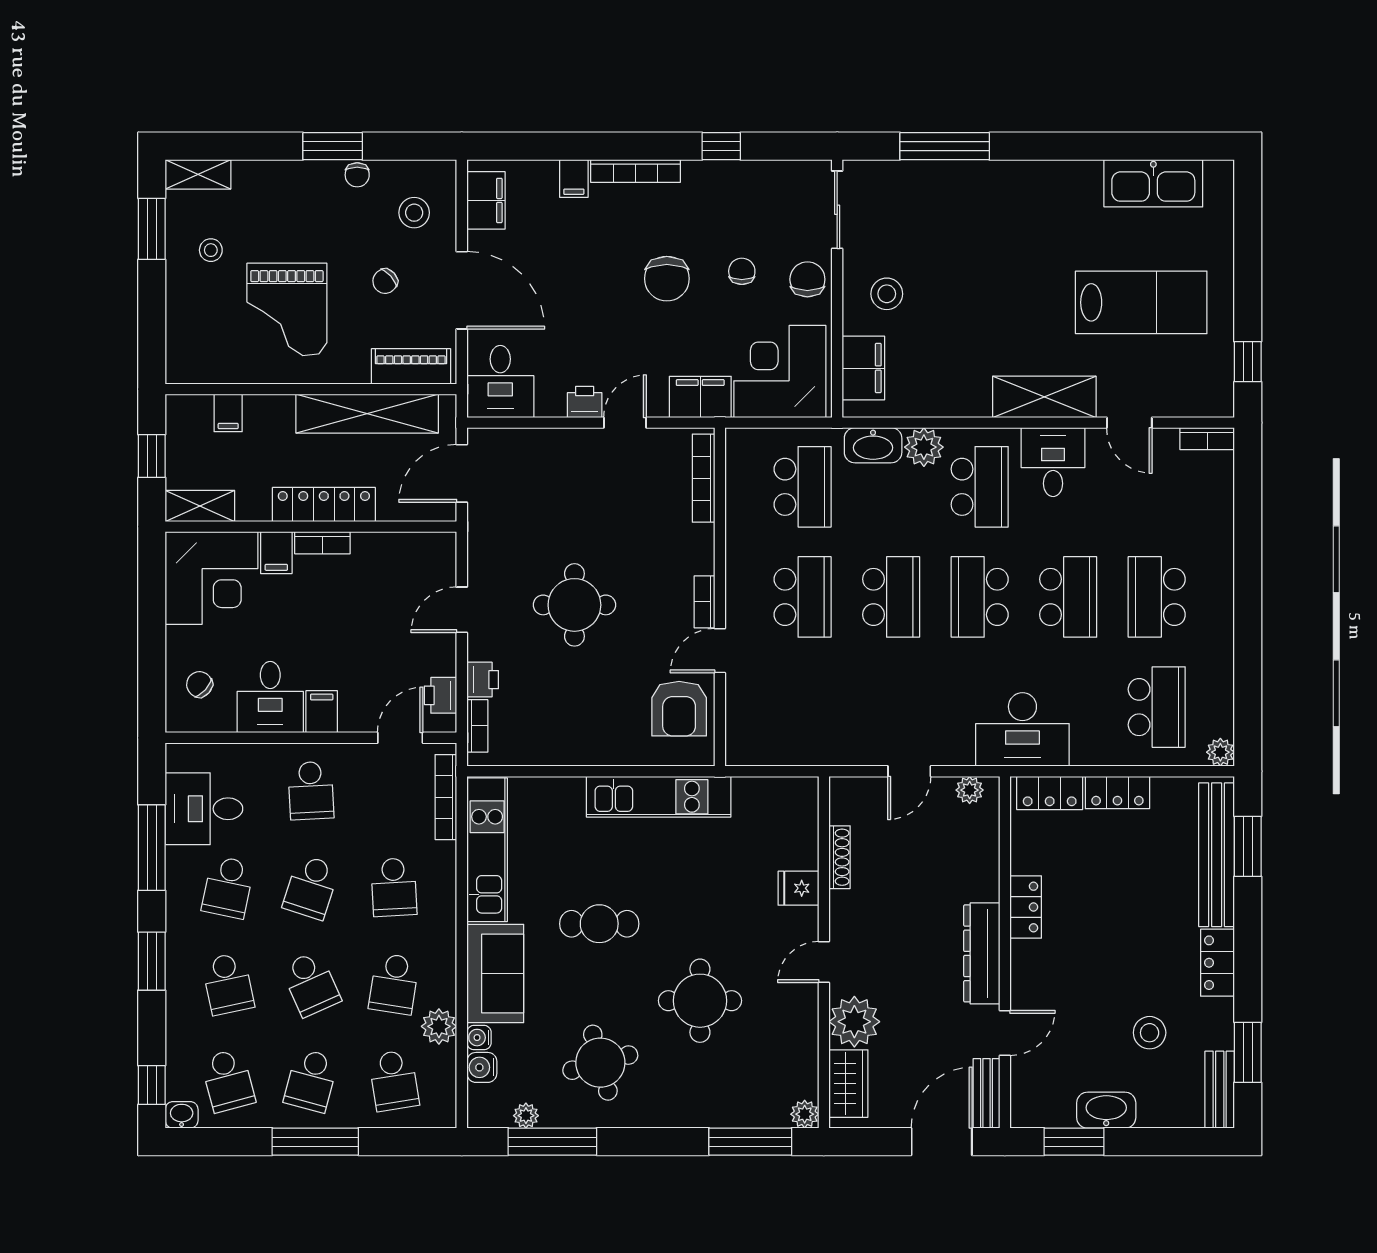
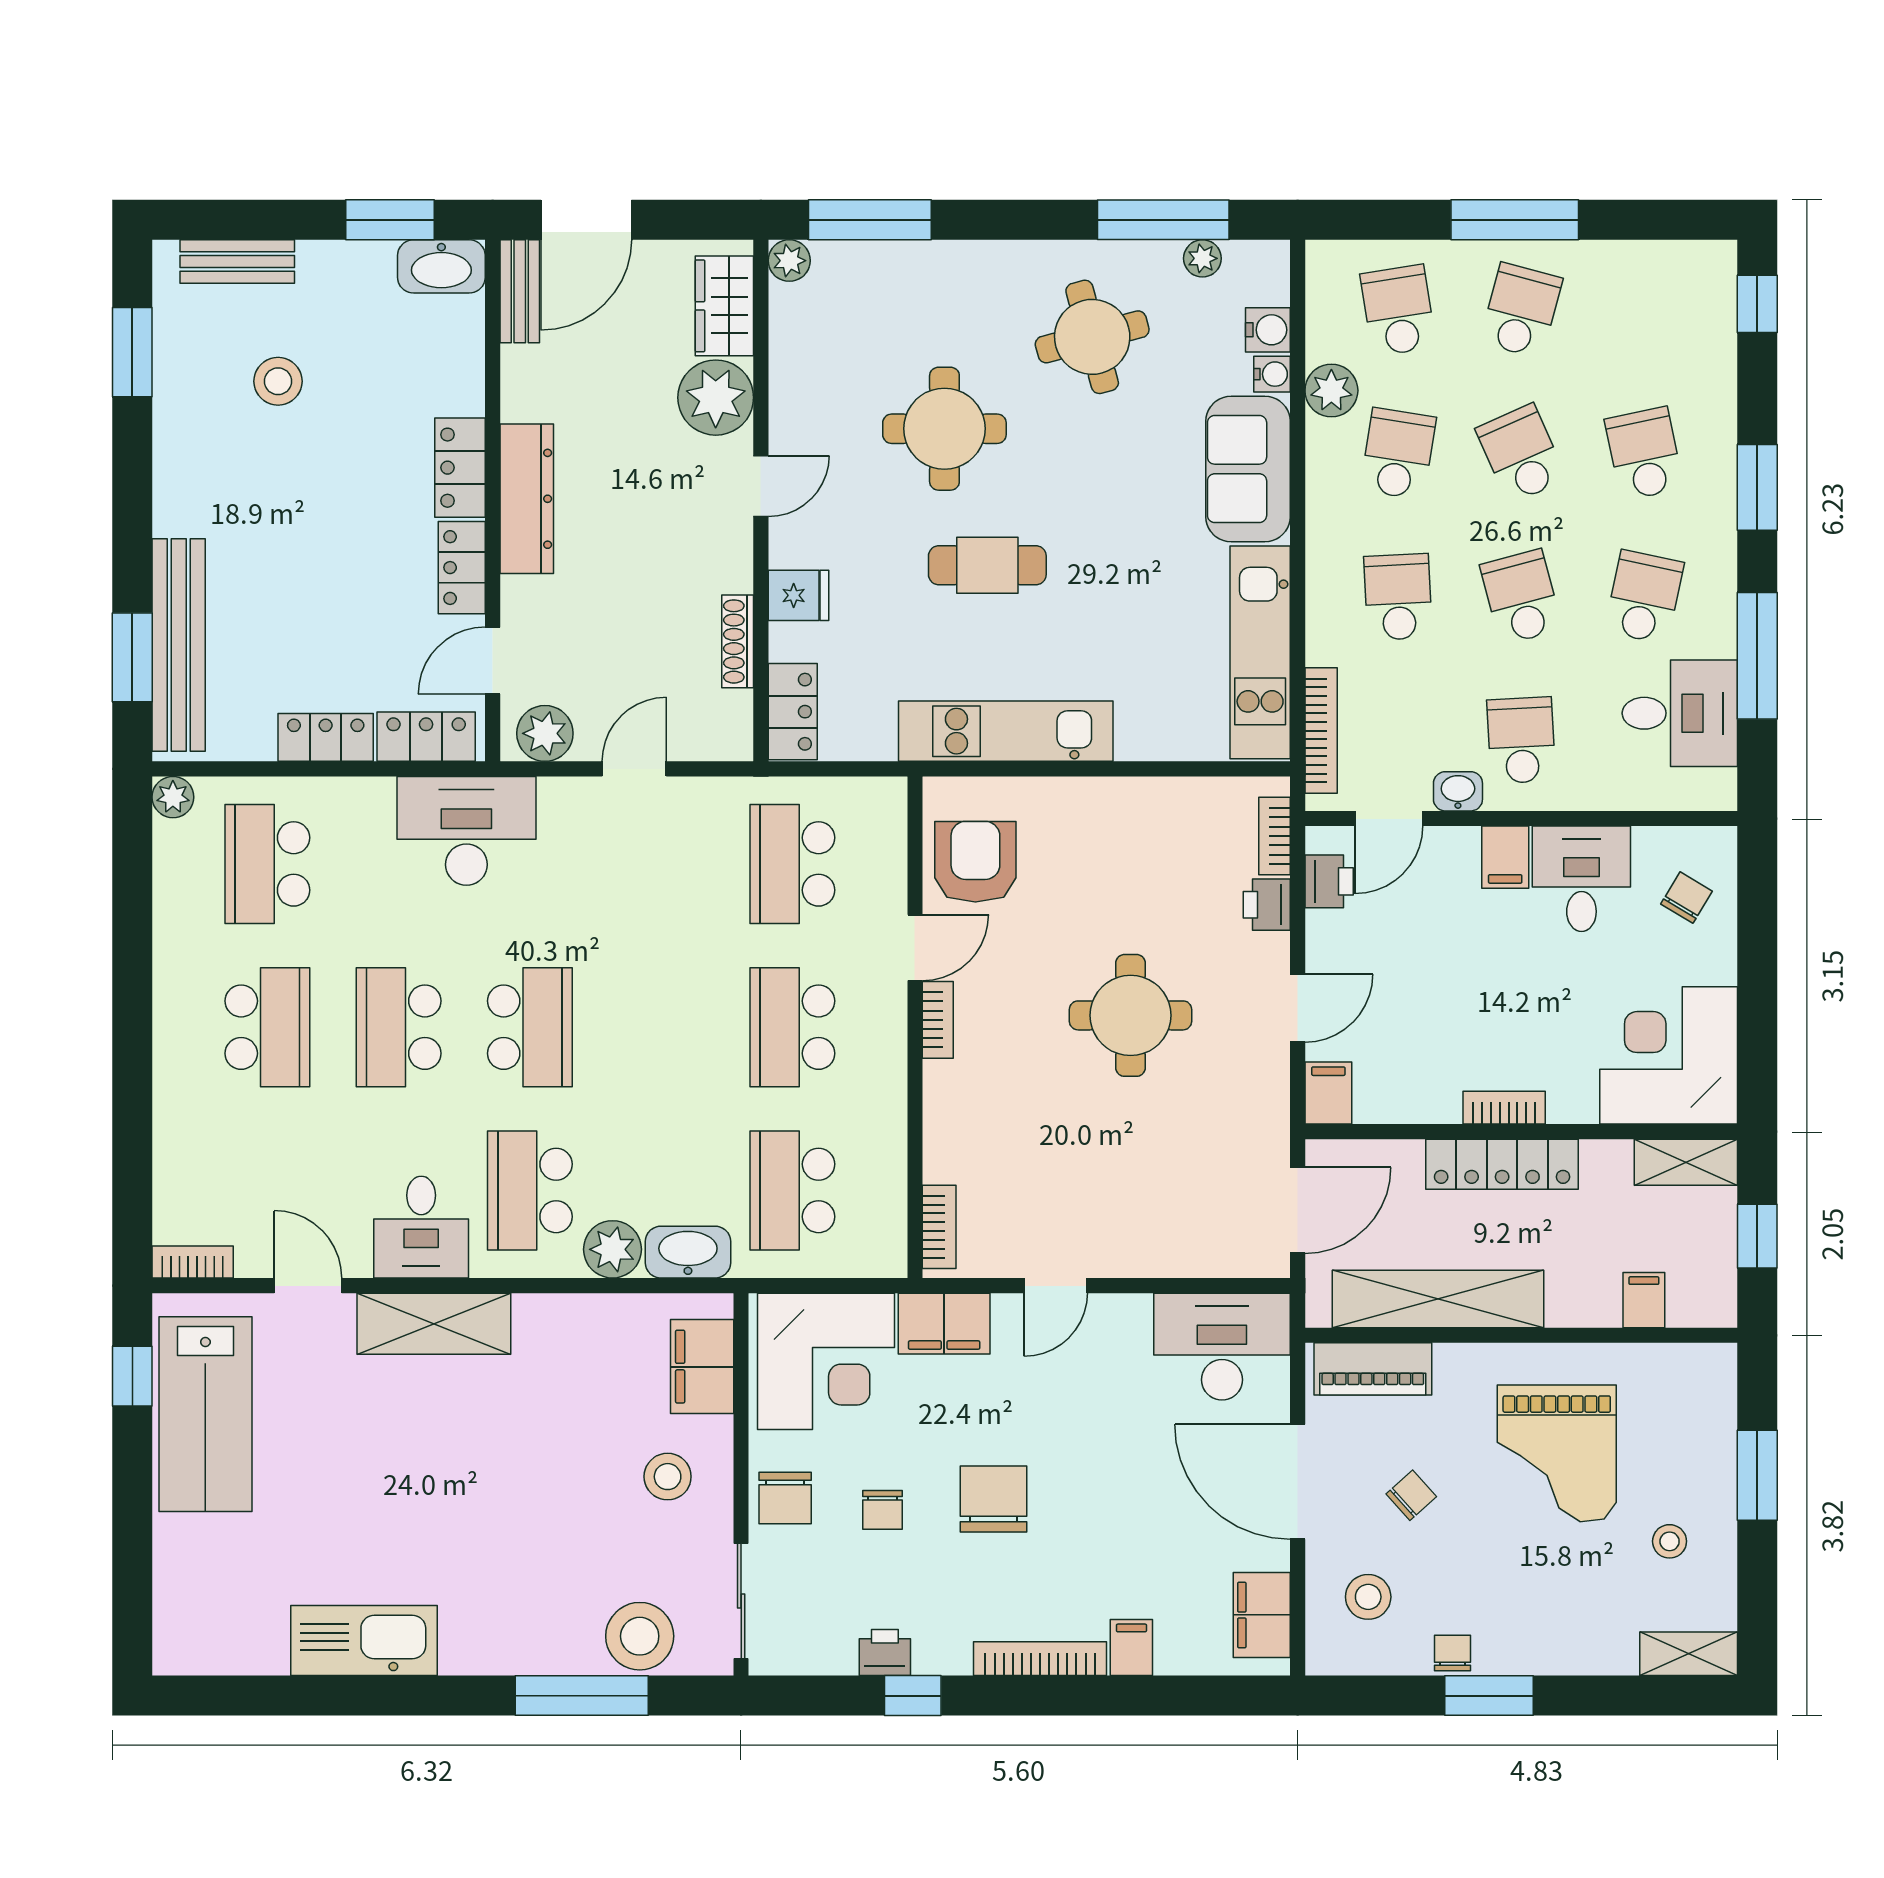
kitchen sink: (1153, 183) -> (364, 1641), moved
stool: (906, 186) -> (640, 1636), added
window: (152, 229) -> (1757, 1475), moved
lab bench: (1141, 302) -> (205, 1414), moved, turned -90
grand piano: (287, 309) -> (1557, 1453), turned 180
desk: (500, 381) -> (1222, 1347), width x1.37
printer: (585, 402) -> (885, 1652), moved, turned 180
bookcase: (704, 478) -> (939, 1227), width x0.64
filing cabinet: (276, 553) -> (1328, 1093), moved
school desk: (891, 597) -> (792, 864), moved
chair: (199, 684) -> (1686, 898), turned -101
plant: (970, 790) -> (545, 733), width x1.38, depth x1.38
locker: (802, 810) -> (793, 712), added
school desk: (311, 887) -> (1521, 597), turned -33
cafe table: (599, 924) -> (987, 565), moved
locker: (1217, 963) -> (460, 468), moved, turned 180
door: (1005, 1033) -> (493, 661), moved
school desk: (228, 1080) -> (1644, 310), removed
bench: (1220, 1090) -> (237, 261), moved, turned 90
washbasin: (1106, 1110) -> (441, 266), moved
washbasin: (182, 1115) -> (1458, 791), moved, turned 180

